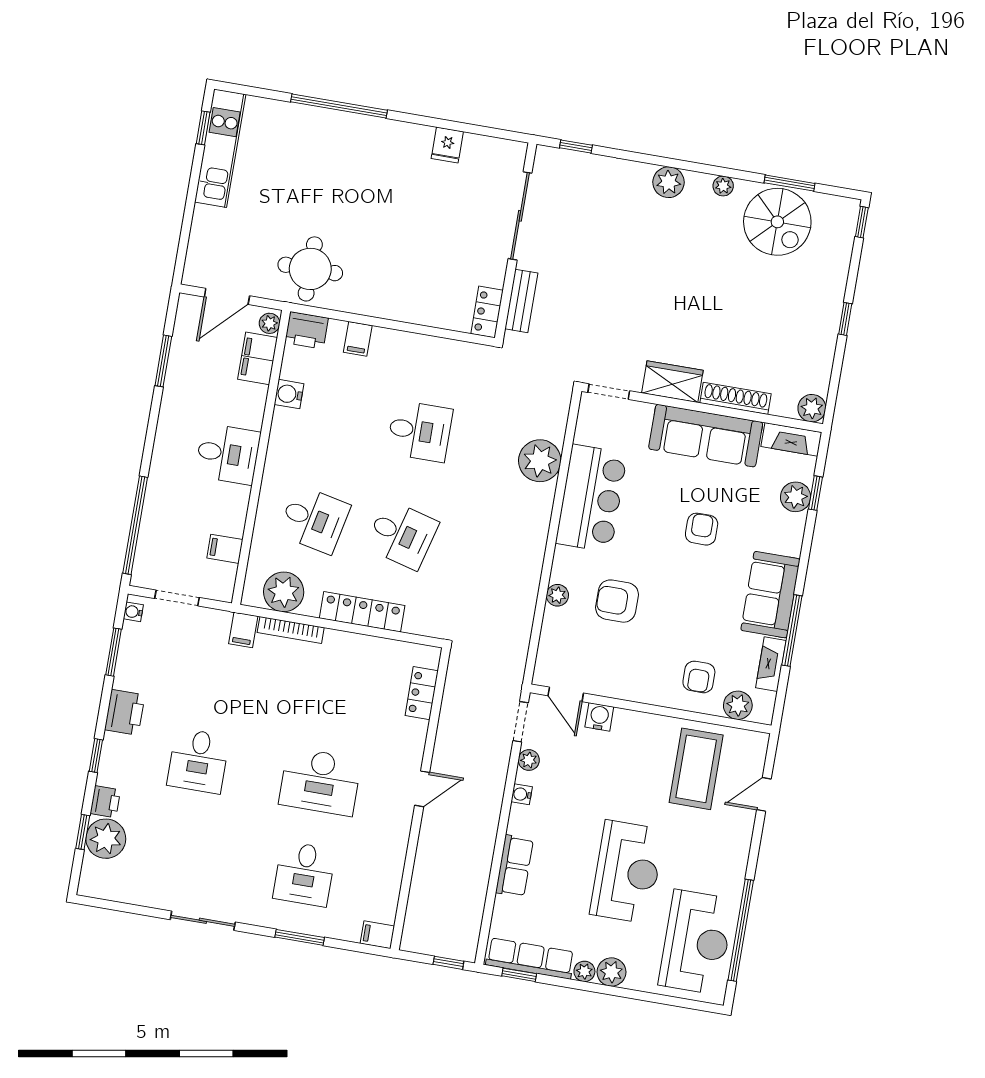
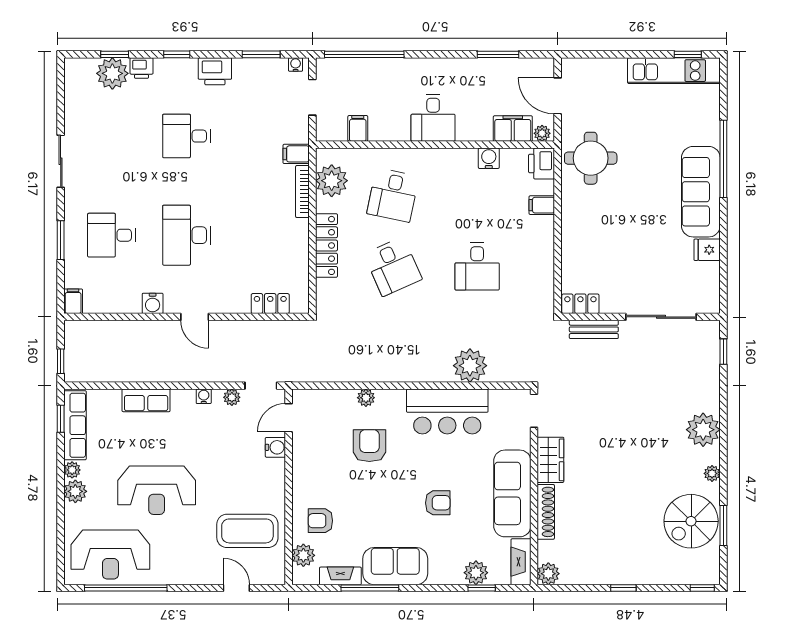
sofa: (375, 141) -> (701, 192), added
plant: (669, 182) -> (703, 430), width x1.36, depth x1.36
desk: (402, 535) -> (393, 267), turned -39
water cooler: (397, 838) -> (153, 303), added

